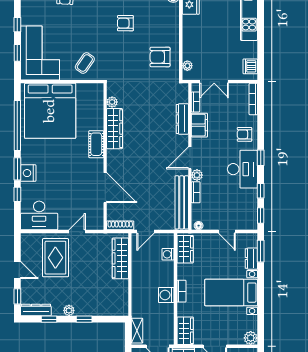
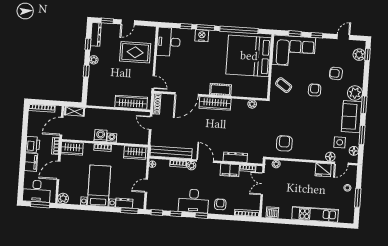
armchair: (125, 23) -> (315, 90), moved
wardrobe: (114, 129) -> (215, 103), moved
door: (77, 232) -> (153, 82), moved
washing machine: (168, 254) -> (112, 138), moved

